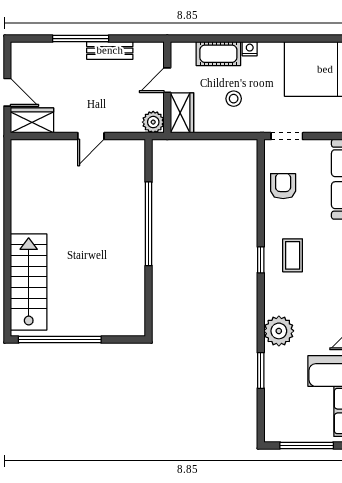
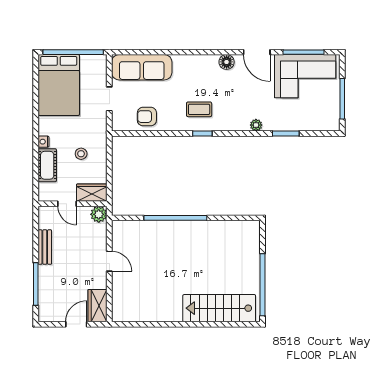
window: (81, 39) -> (36, 284), moved
doorway: (287, 136) -> (109, 99), moved
plant: (279, 331) -> (256, 125), width x0.53, depth x0.53

